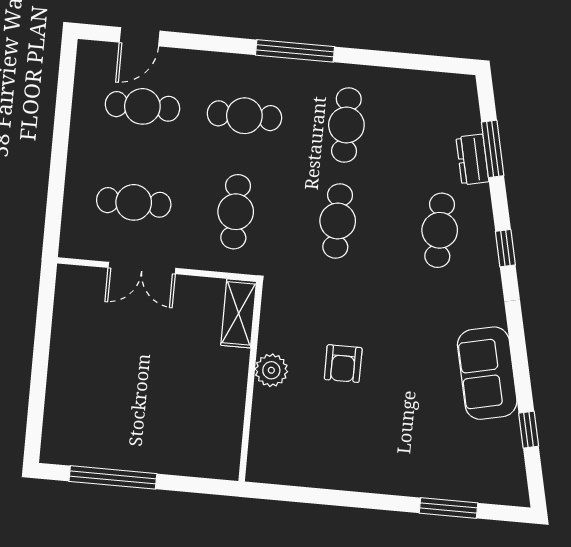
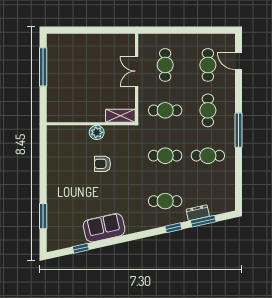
window: (505, 248) -> (173, 228), moved

